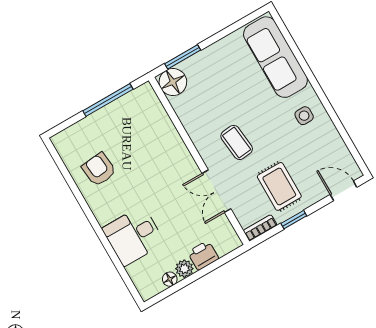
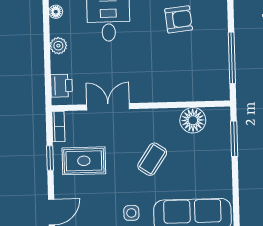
floor lamp: (173, 82) -> (193, 120), moved
coffee table: (237, 142) -> (152, 159), moved, turned -50
printer: (203, 255) -> (62, 86), moved
floor lamp: (170, 279) -> (56, 12), moved

